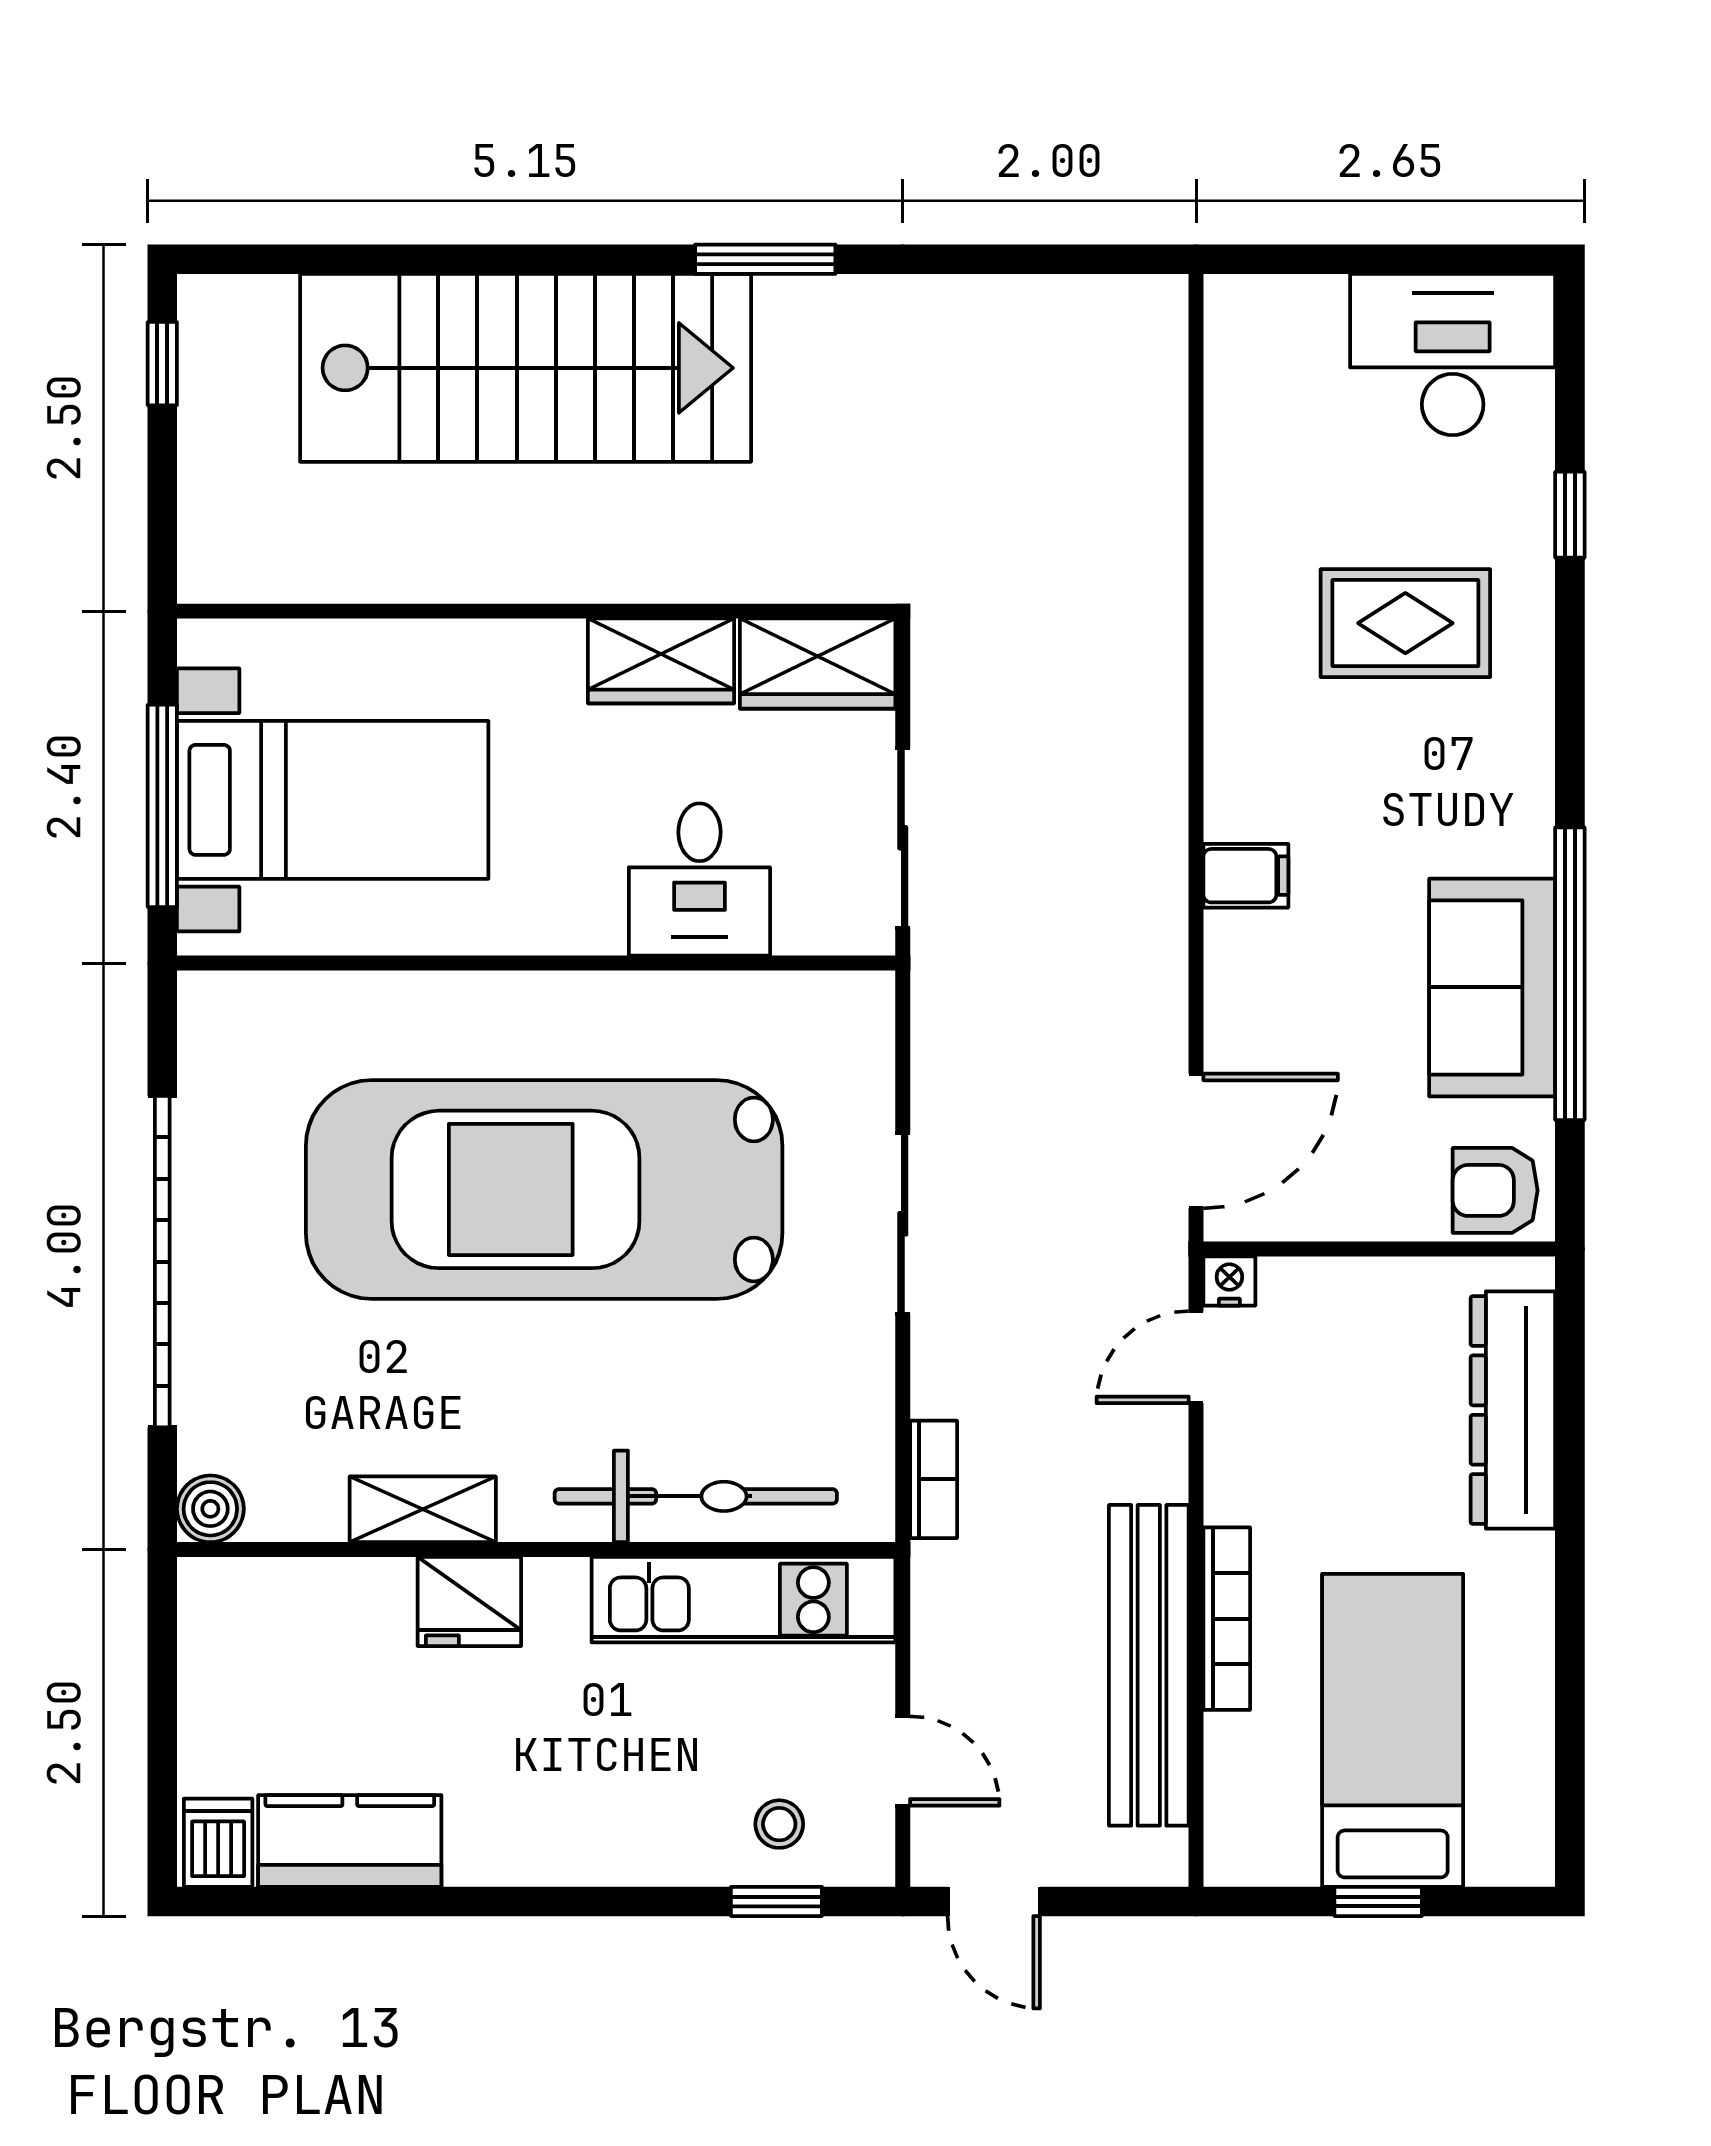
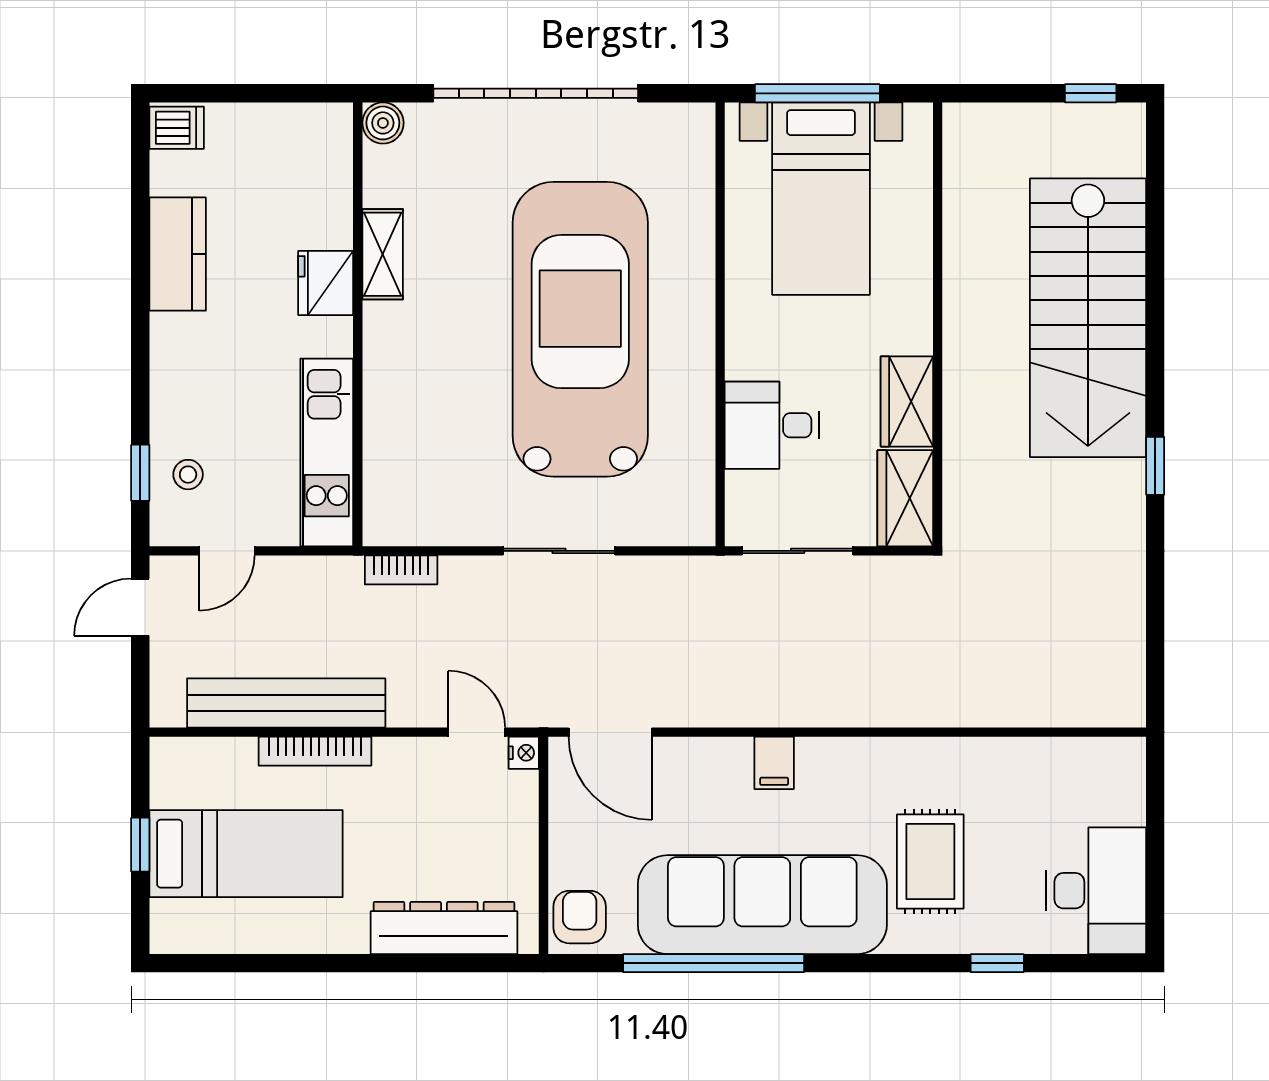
window: (765, 259) -> (1155, 466), width x0.67
sofa: (1492, 987) -> (762, 905), width x1.85, depth x1.27
bicycle: (696, 1496) -> (391, 423), removed
kitchen counter: (350, 1841) -> (178, 254), moved

